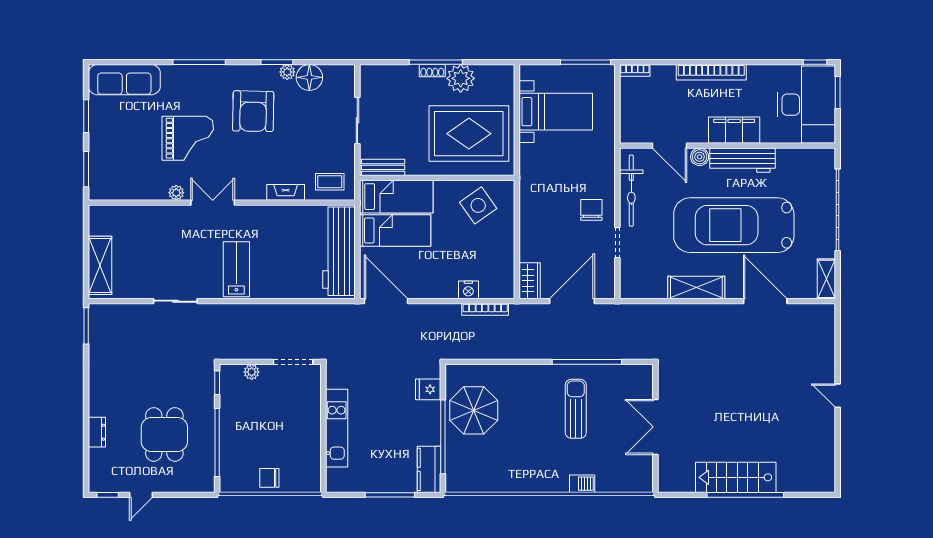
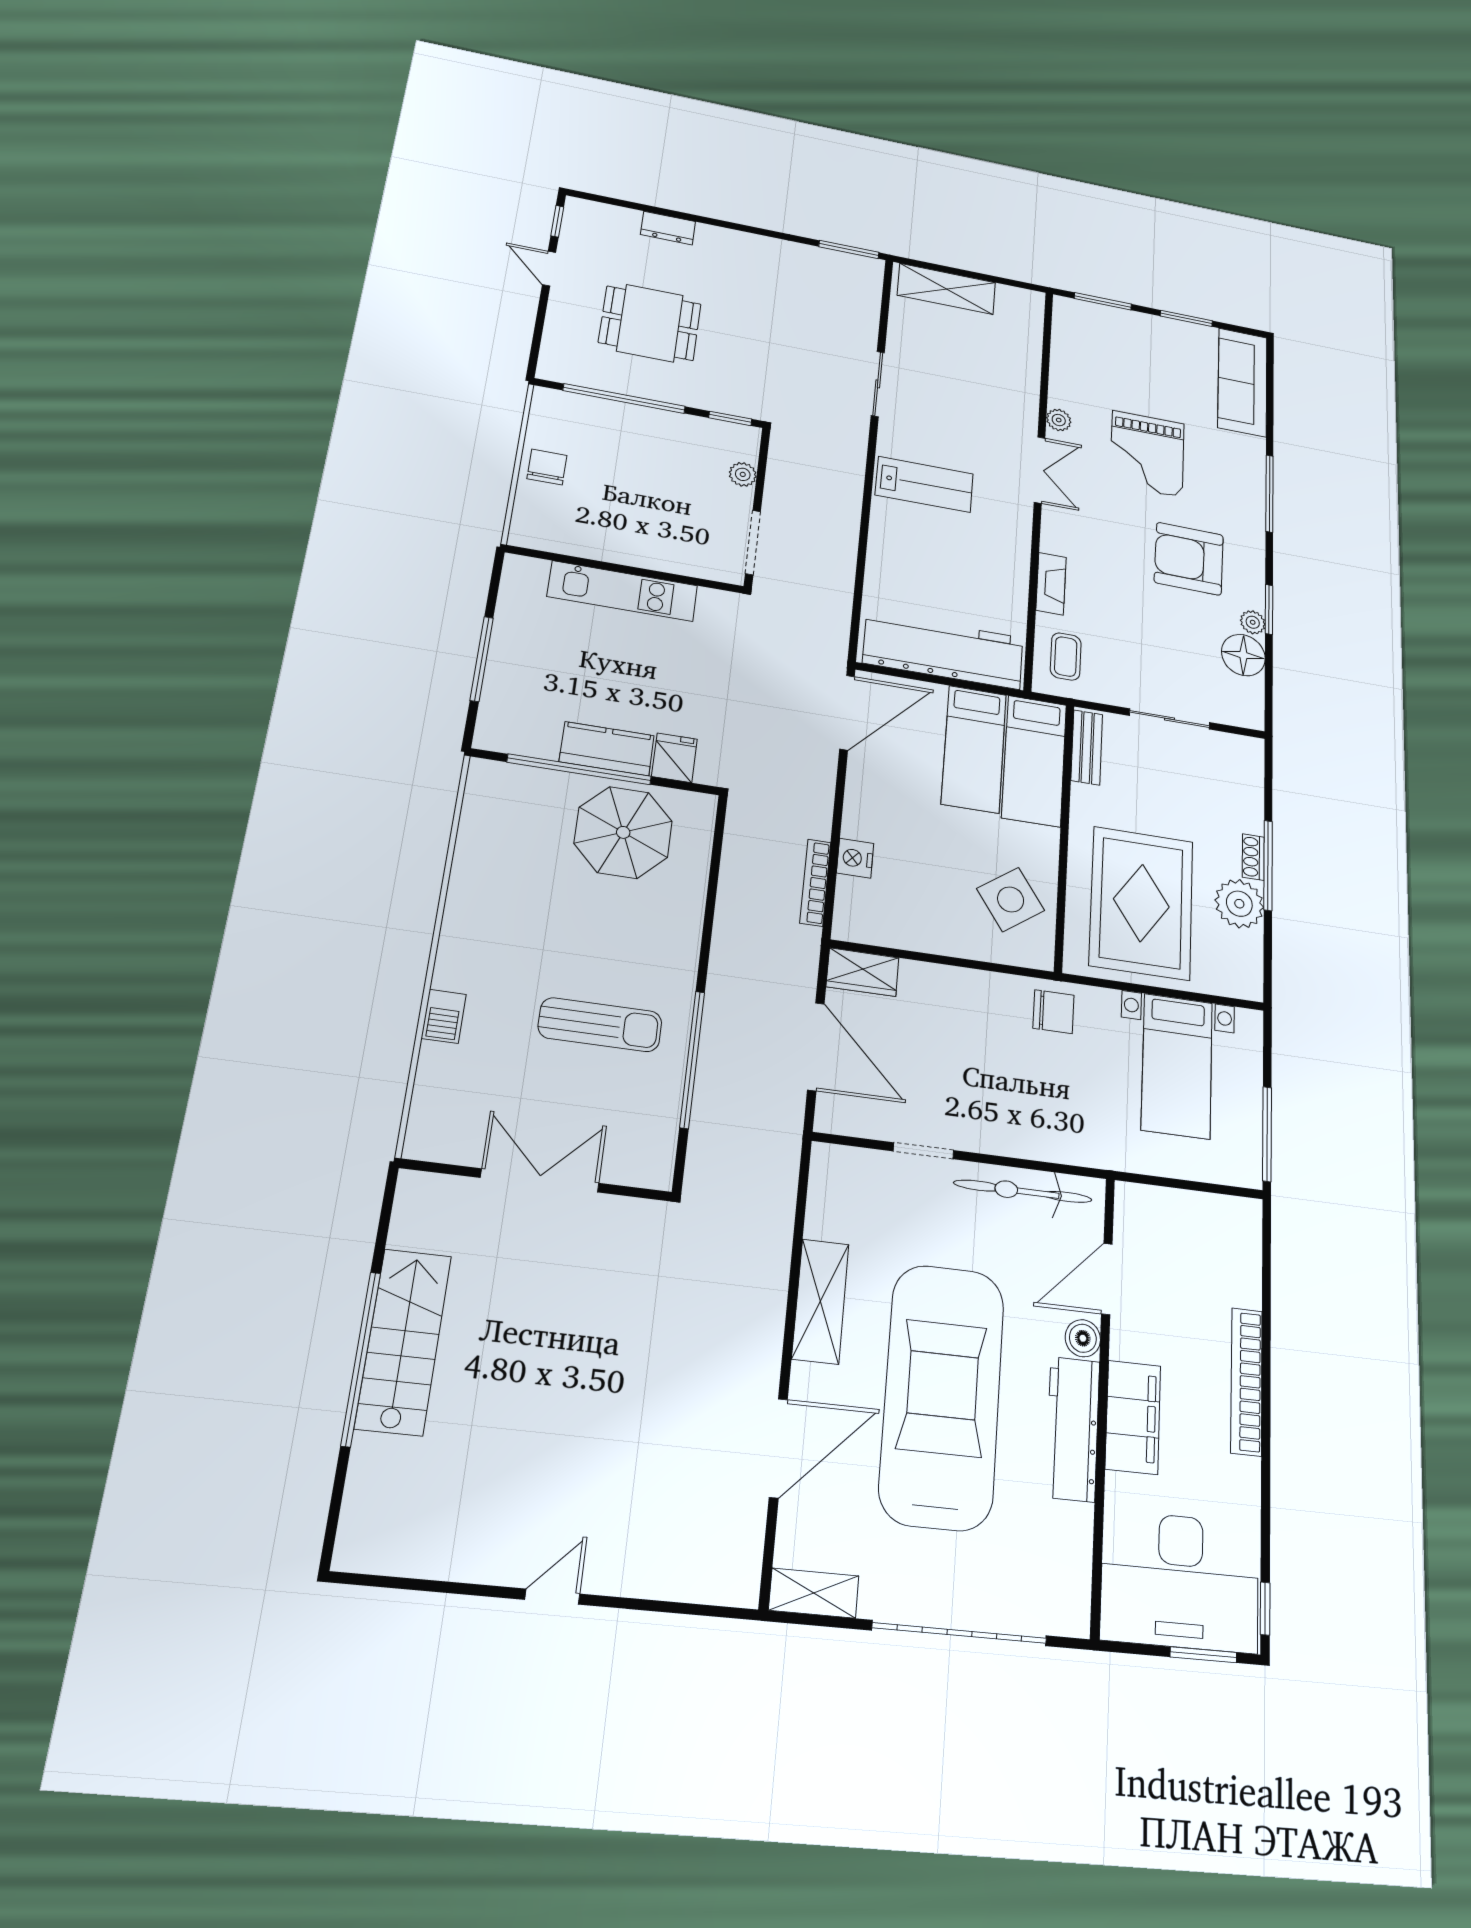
bookcase: (635, 70) -> (1251, 1227), removed
chair: (591, 210) -> (1053, 1012), moved
kitchen counter: (429, 469) -> (607, 749), moved

